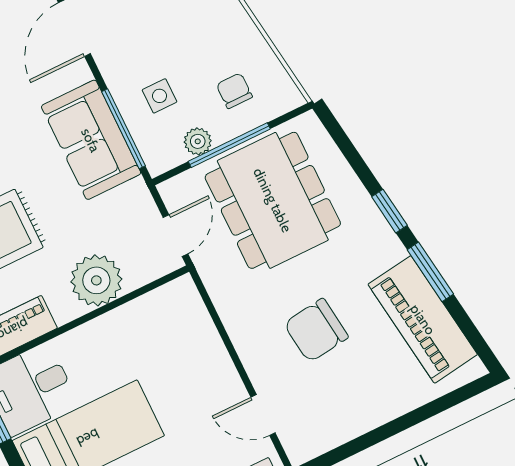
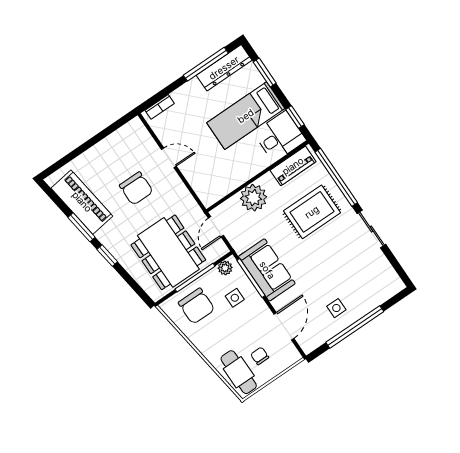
chair: (234, 91) -> (197, 306), width x1.87, depth x1.87
plant: (198, 141) -> (225, 268), moved
chair: (316, 330) -> (136, 188), turned 97
door: (263, 415) -> (169, 158), moved

